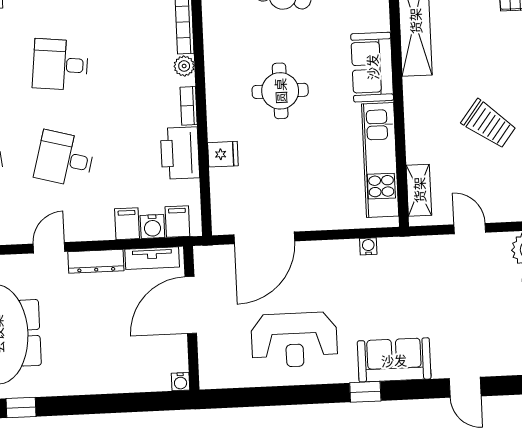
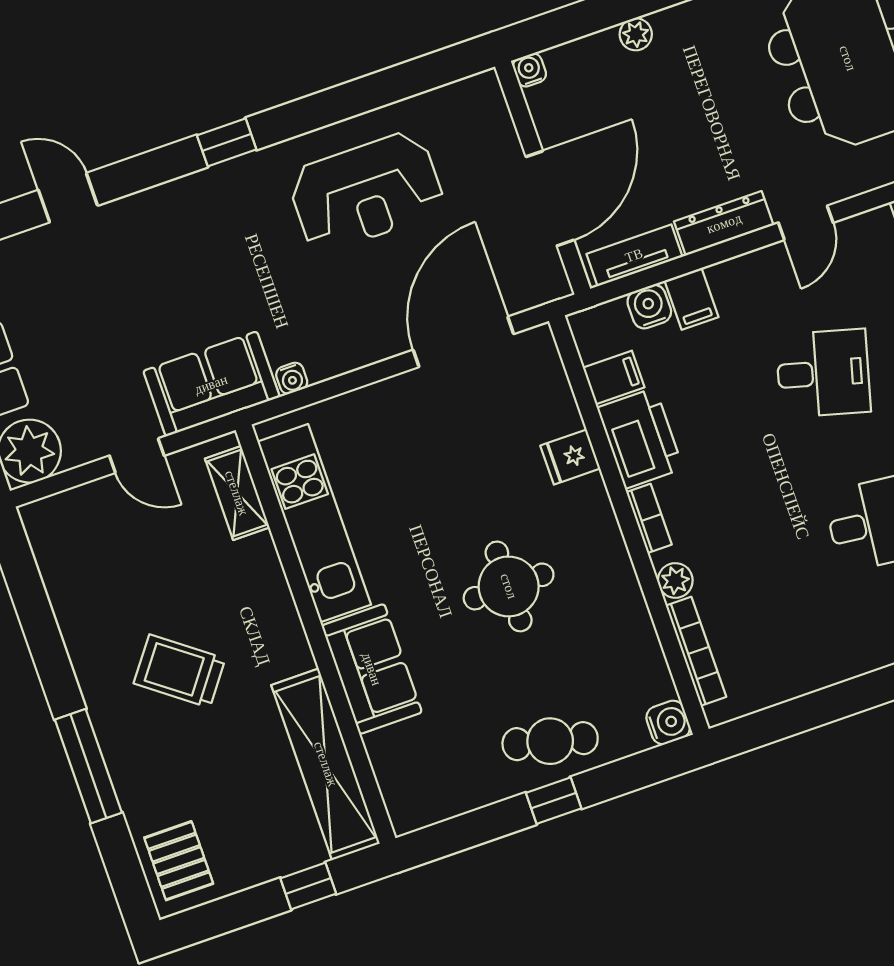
trolley: (489, 124) -> (180, 671), moved
filing cabinet: (177, 222) -> (614, 378), moved, turned -90
reception desk: (294, 340) -> (366, 192), turned 180
sofa: (394, 360) -> (211, 384), moved, turned 180
plant: (114, 384) -> (636, 34), added

